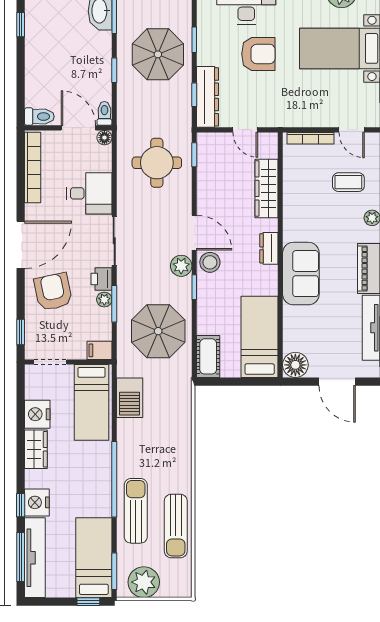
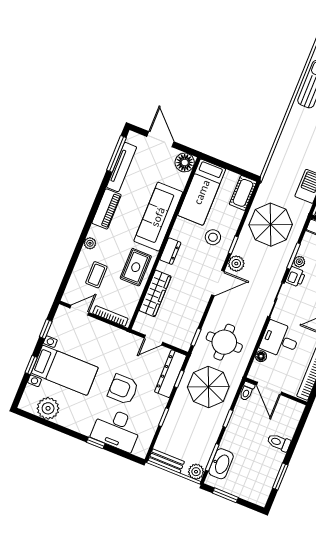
window: (21, 25) -> (280, 477), width x1.50
parasol: (158, 54) -> (208, 387), moved
toilet: (39, 117) -> (279, 443), moved
door: (245, 130) -> (153, 340), swing flipped
door: (352, 130) -> (79, 310), hinge flipped
floor lamp: (104, 138) -> (261, 356), moved
coffee table: (348, 182) -> (96, 275), turned 90
rug: (304, 211) -> (136, 267), added
door: (194, 233) -> (218, 283), swing flipped
stool: (210, 262) -> (213, 237), moved
sofa: (301, 274) -> (158, 217), width x1.36

